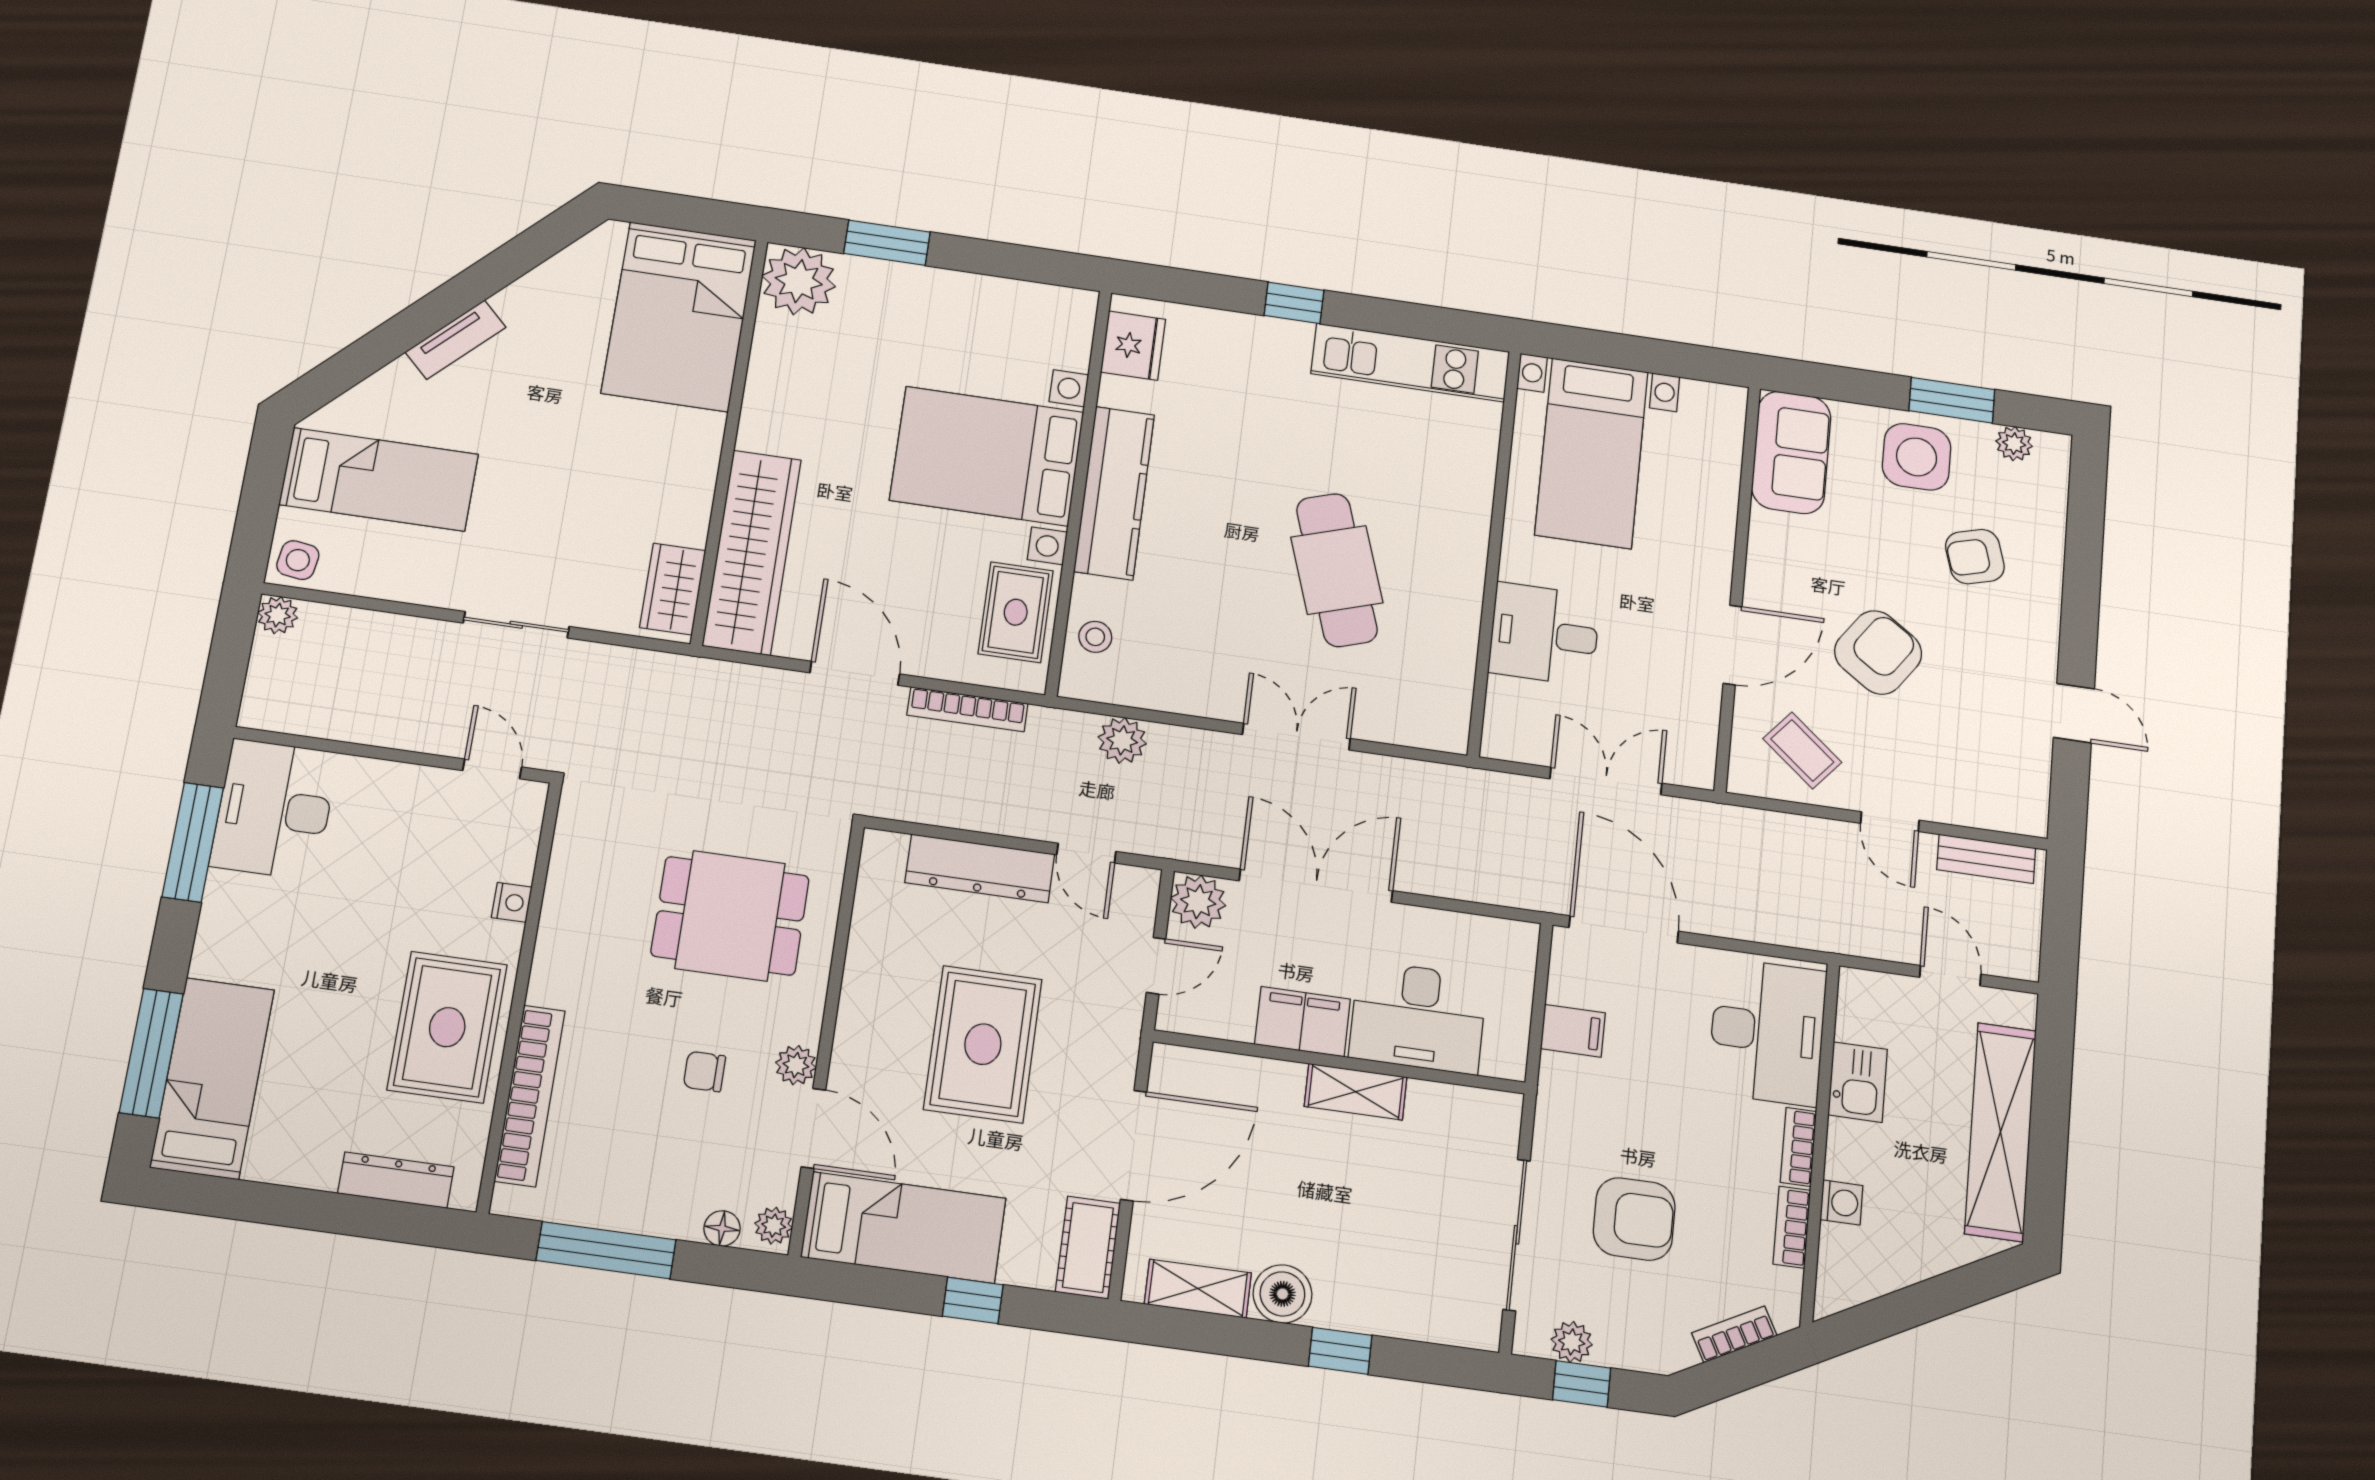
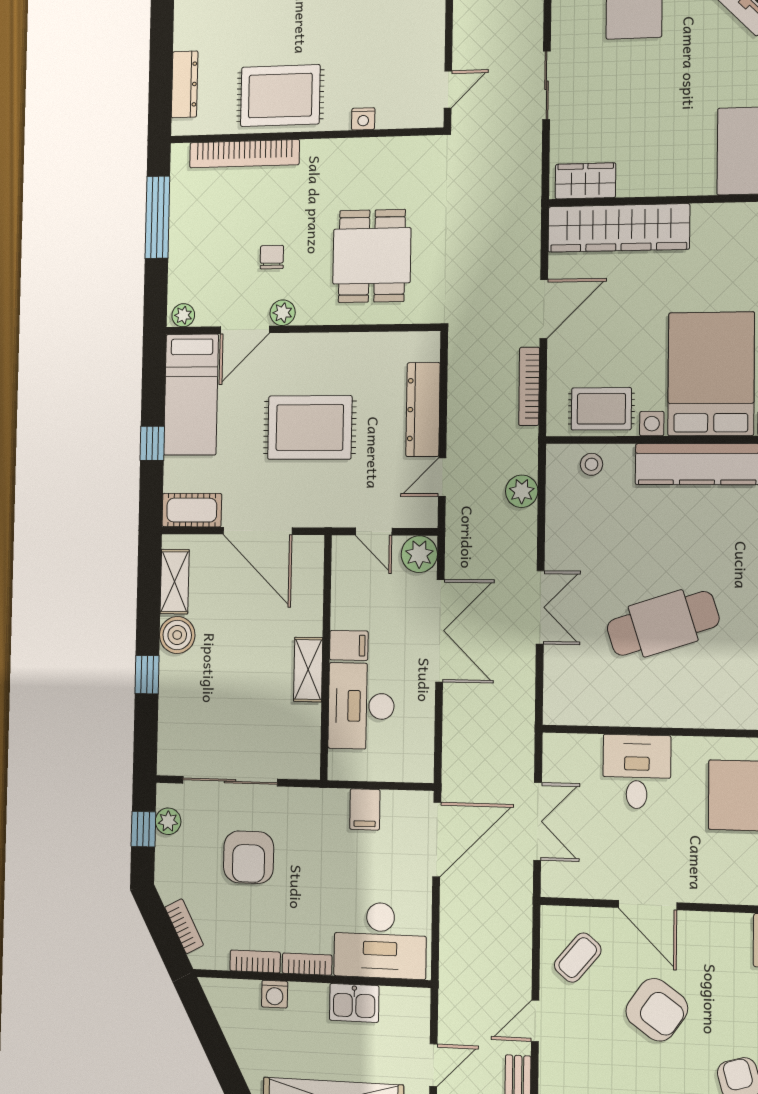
filing cabinet: (1302, 1022) -> (349, 645), width x0.50
floor lamp: (722, 1228) -> (178, 284), removed

